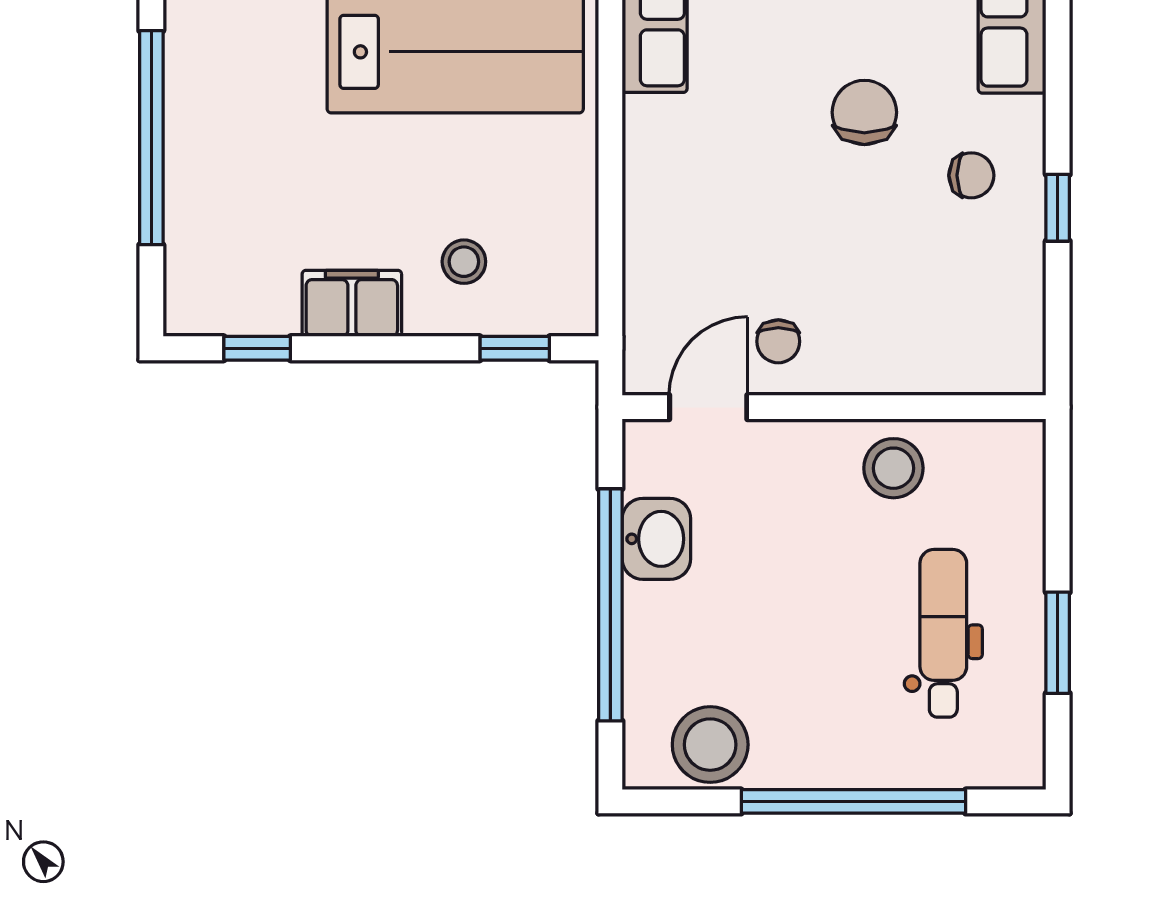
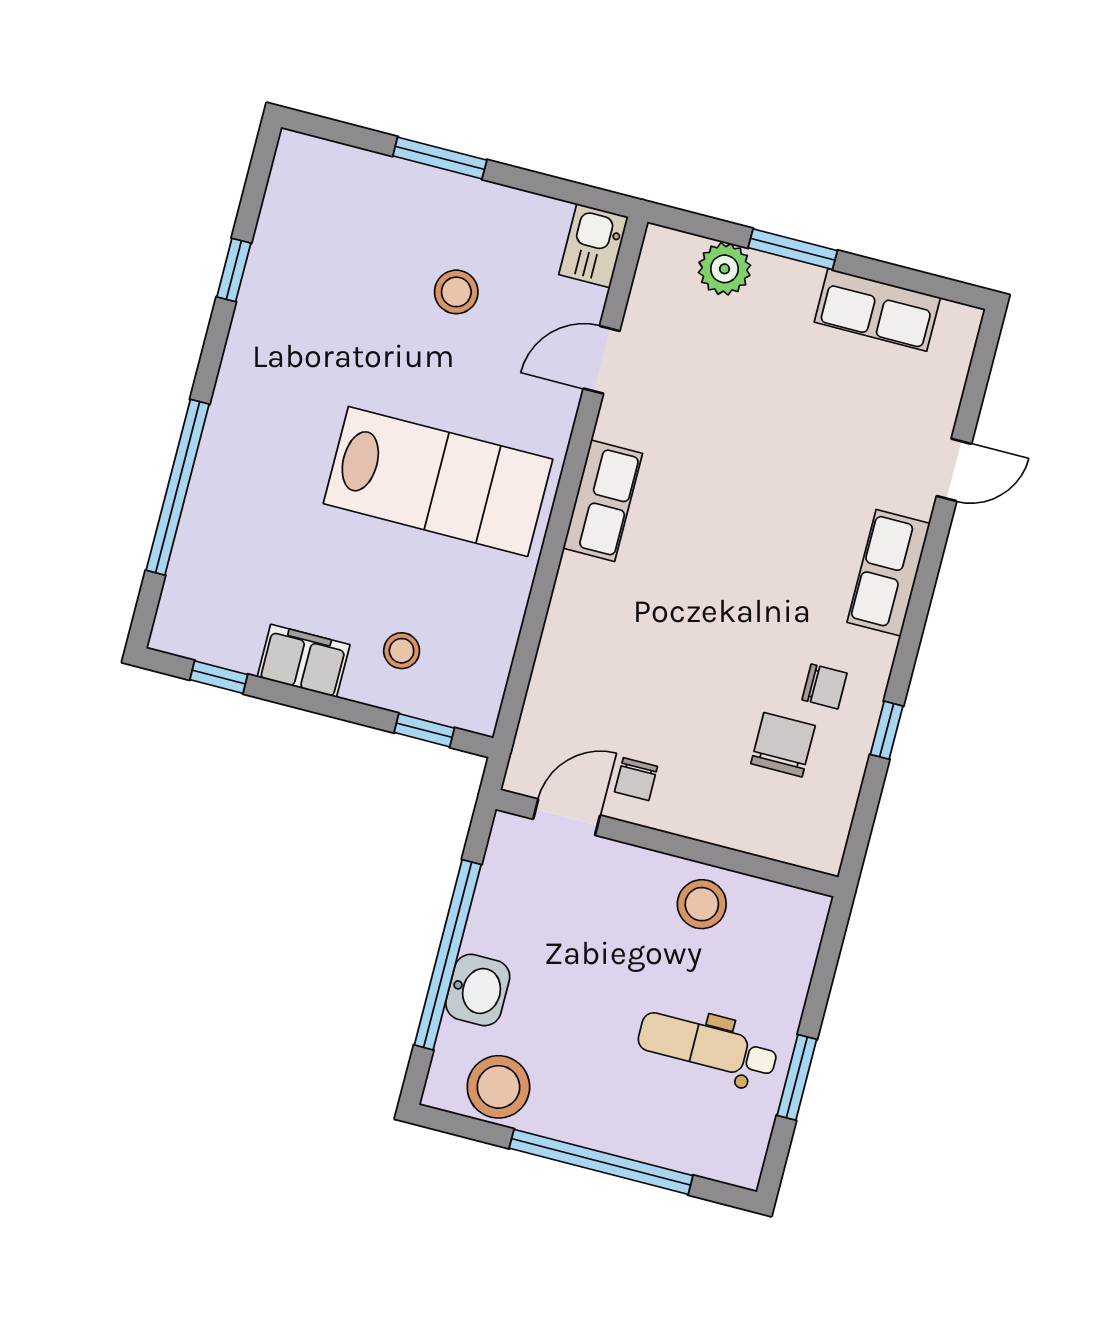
chair: (864, 112) -> (783, 745), moved
washbasin: (656, 539) -> (478, 990), moved
dental chair: (943, 633) -> (707, 1046), turned -90

